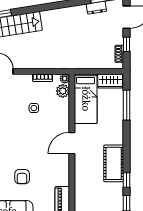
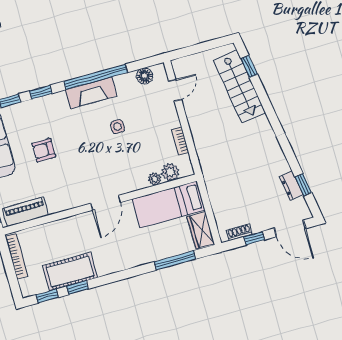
plant: (65, 79) -> (155, 179), moved
side table: (34, 108) -> (117, 127), moved
door: (72, 143) -> (106, 203), swing flipped
cot: (114, 163) -> (70, 272), moved

